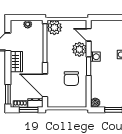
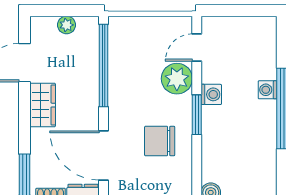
plant: (54, 27) -> (124, 32), removed
door: (89, 35) -> (197, 48), hinge flipped
chair: (71, 79) -> (160, 141), turned 90

